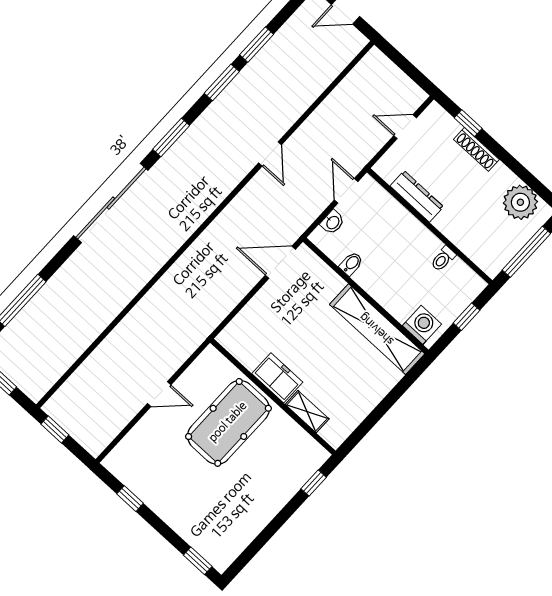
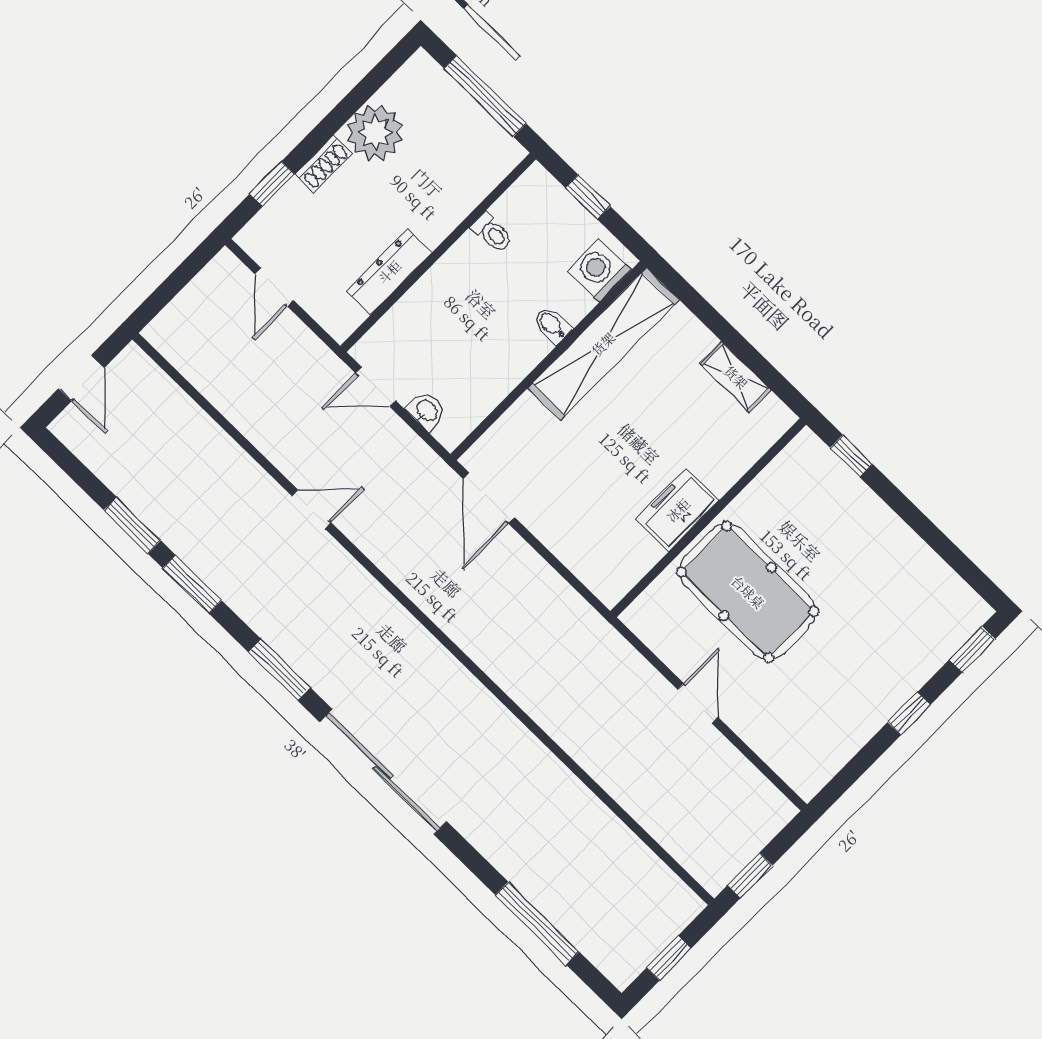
shoe rack: (476, 149) -> (323, 164), width x0.70
plant: (520, 202) -> (375, 133), moved
bidet: (351, 264) -> (552, 325), moved
shelving: (307, 412) -> (736, 377), moved, turned 90
window: (130, 499) -> (909, 714), moved

